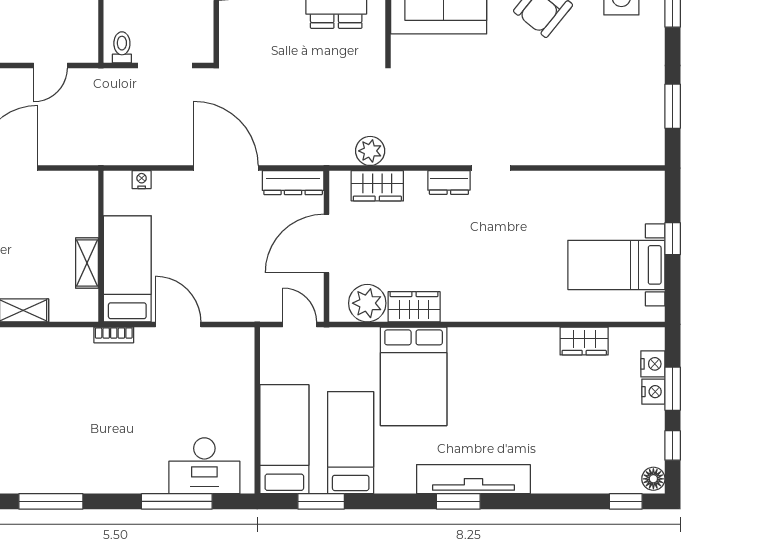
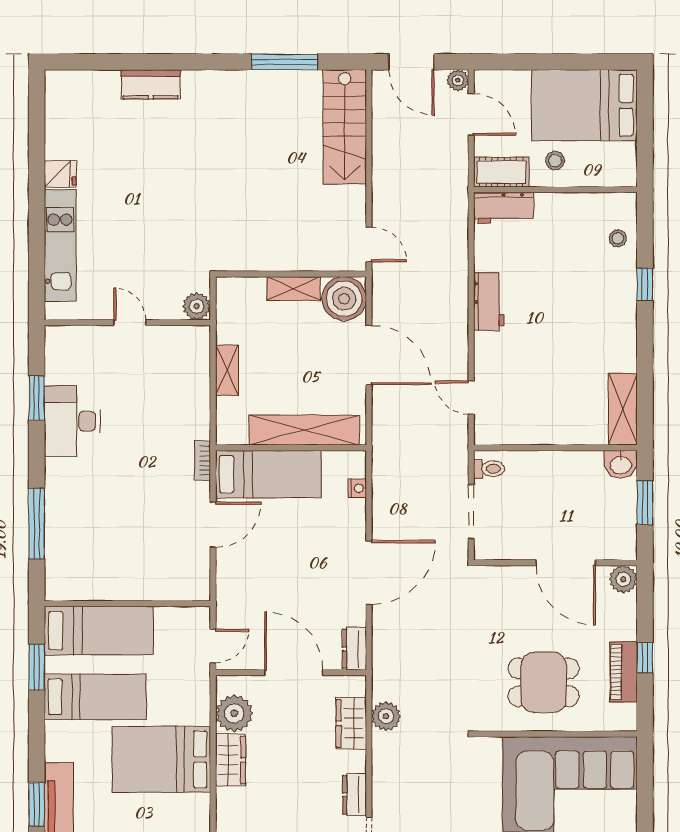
dresser: (293, 183) -> (354, 649), width x0.70
shelving: (87, 263) -> (304, 430), width x2.20, depth x1.33
desk: (204, 466) -> (72, 421), moved
window: (51, 501) -> (37, 398), width x0.69

